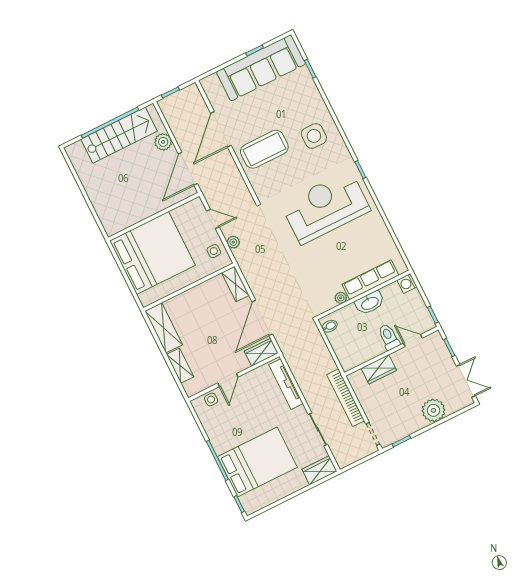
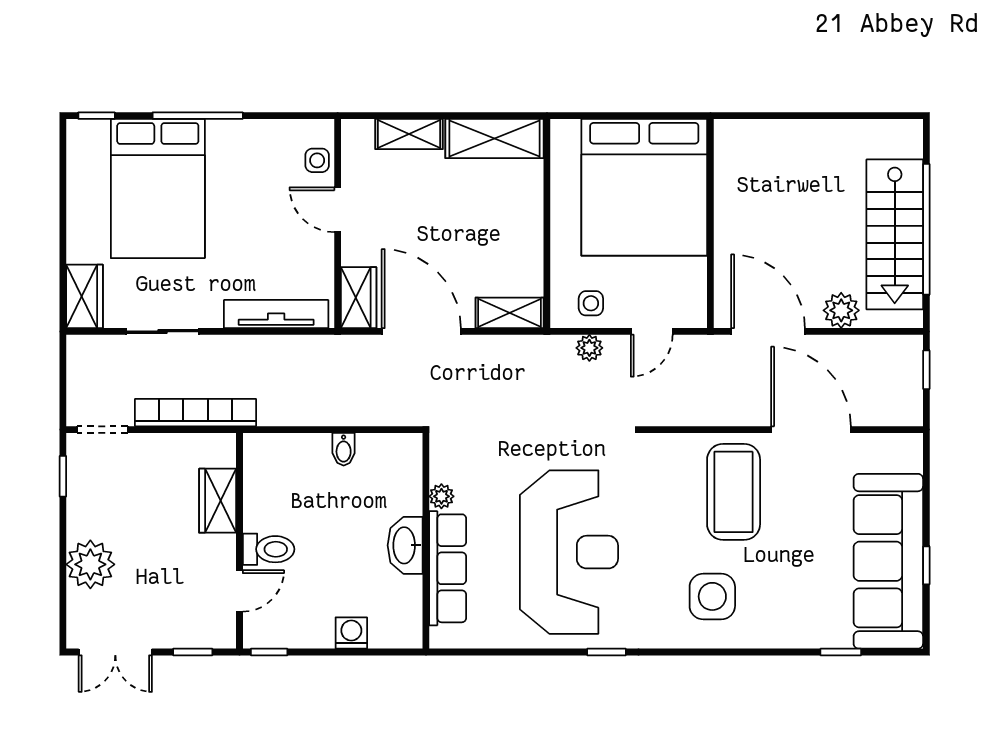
row of seats: (370, 280) -> (448, 568), moved
wall: (363, 295) -> (426, 541), moved
plant: (341, 298) -> (441, 496), moved
washbasin: (370, 303) -> (405, 545), moved

